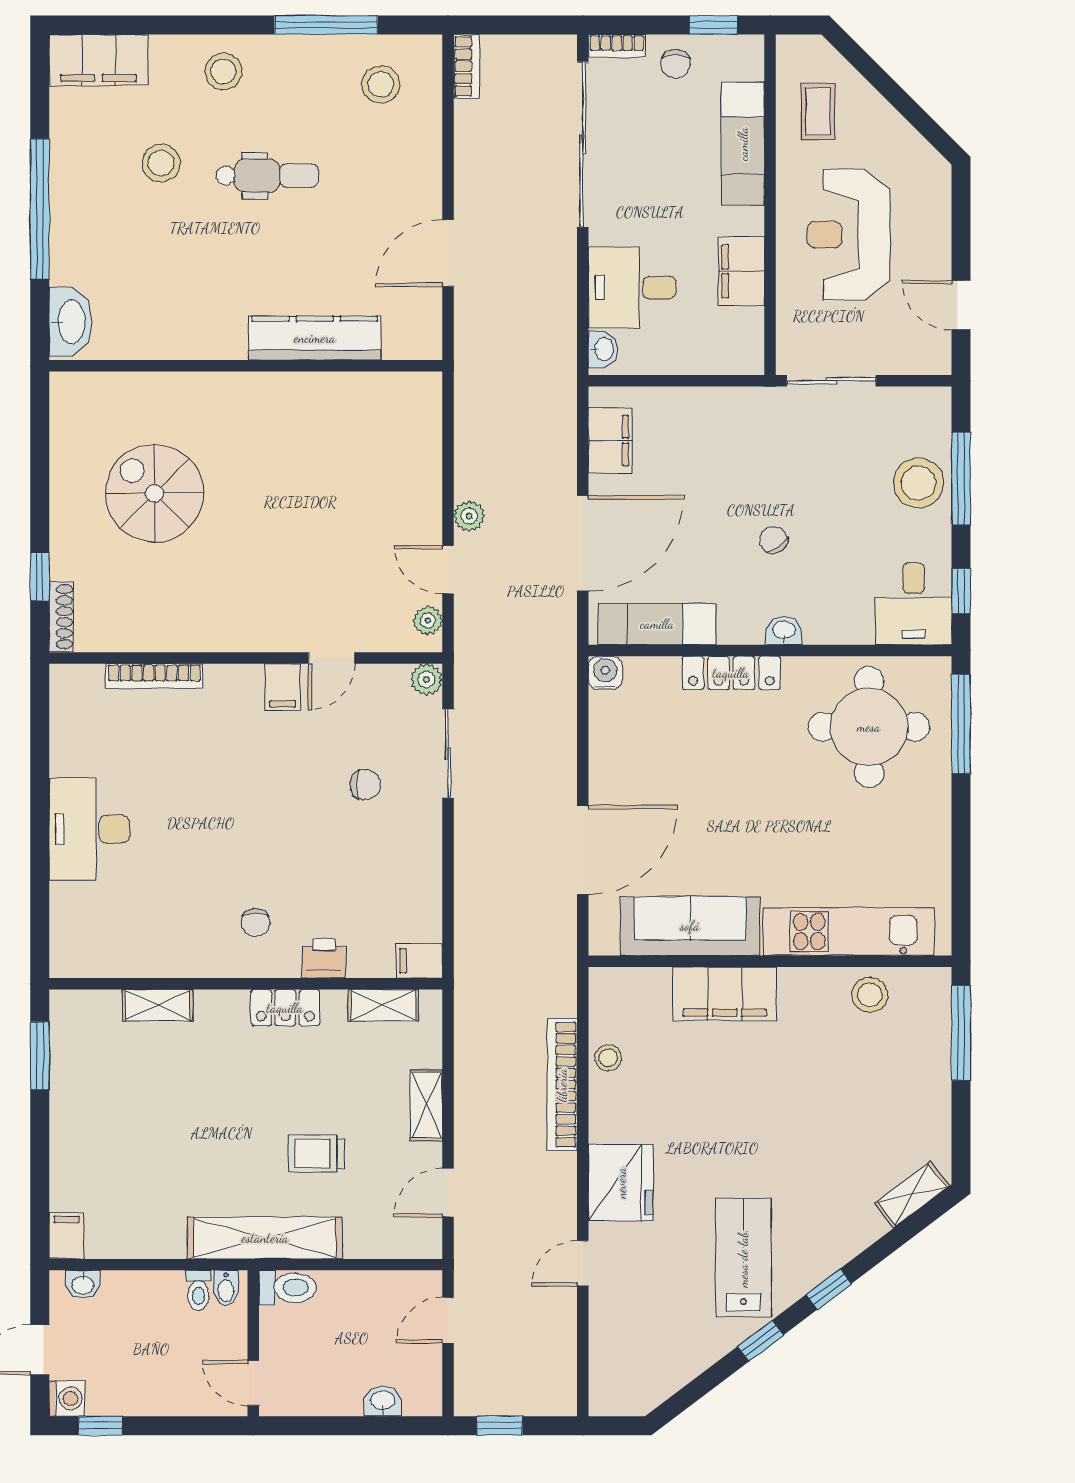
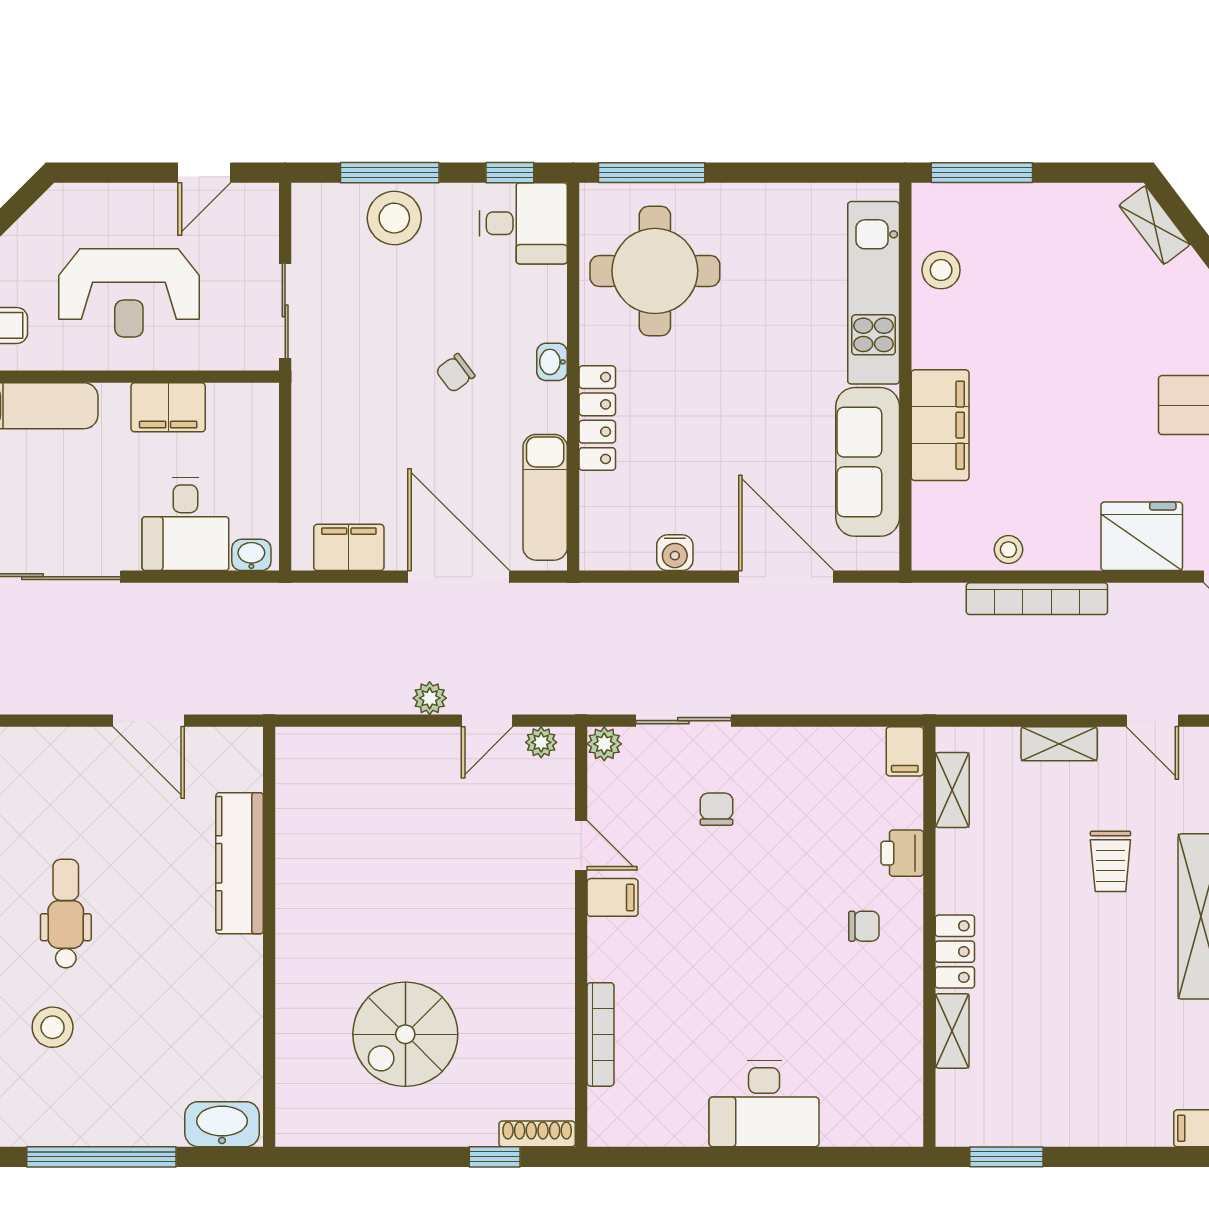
water cooler: (605, 673) -> (675, 553), moved, turned -90
locker: (285, 1008) -> (955, 952), moved

